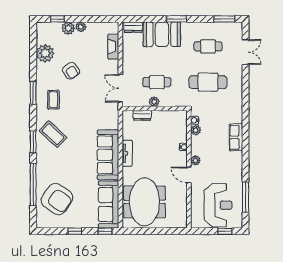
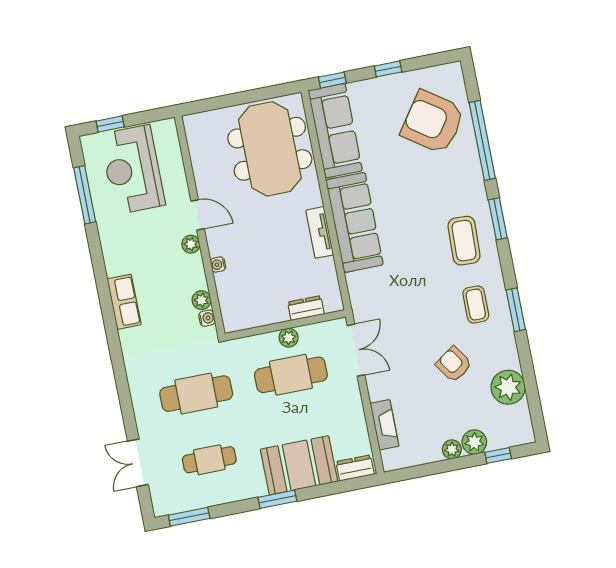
cafe table: (157, 82) -> (291, 375), width x1.37, depth x1.35
coffee table: (53, 134) -> (464, 241), turned 49

